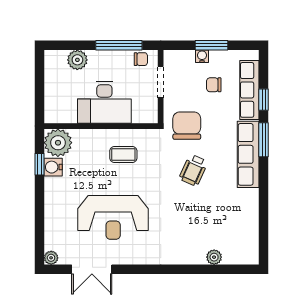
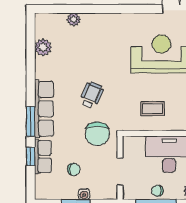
chair: (141, 59) -> (157, 191), moved
row of seats: (249, 90) -> (43, 156), width x0.68
plant: (249, 225) -> (43, 47), added

